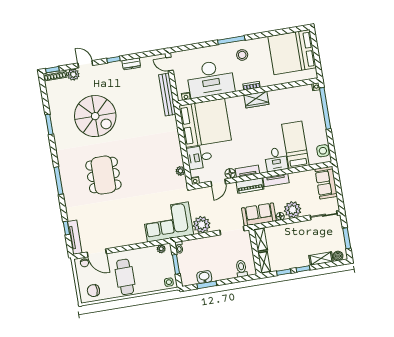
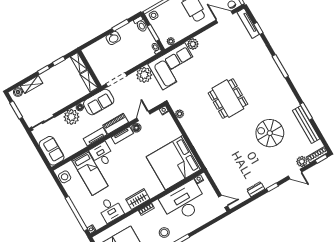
bench: (167, 95) -> (306, 125), moved
spiral stairs: (95, 116) -> (270, 133), width x0.73, depth x0.73
desk: (199, 157) -> (110, 209), moved, turned 90
dining table: (103, 175) -> (228, 99), moved
plant: (140, 237) -> (193, 44), added
toilet: (241, 269) -> (141, 24), moved
washbasin: (204, 277) -> (113, 38), moved

